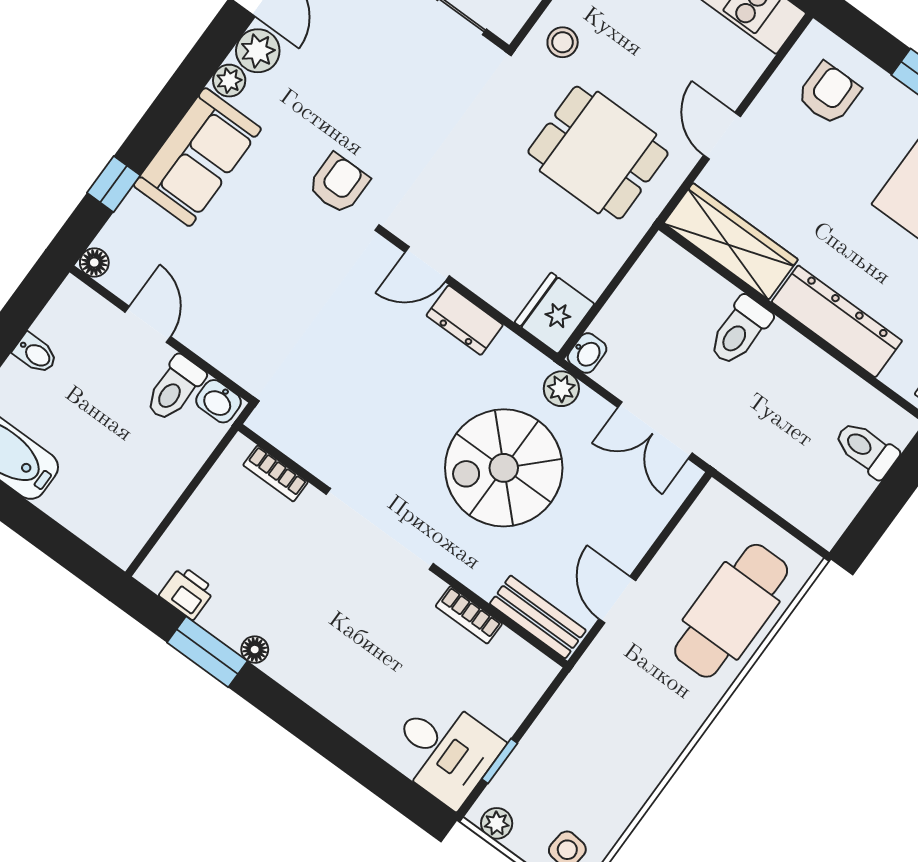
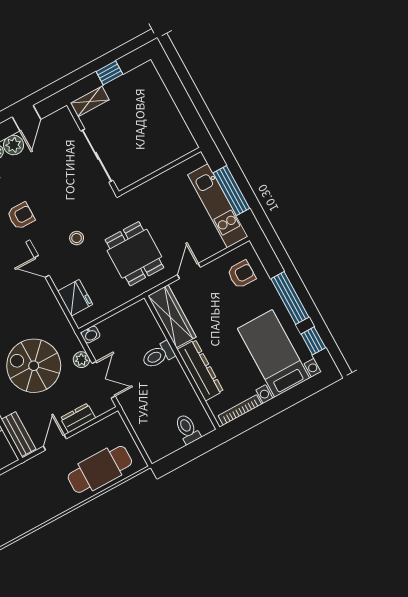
stool: (563, 42) -> (77, 238), moved
fridge: (554, 313) -> (75, 298), moved, turned 90
dresser: (465, 320) -> (78, 418), moved, turned 90
plant: (561, 389) -> (81, 360), moved
double door: (655, 430) -> (104, 380), swing flipped

